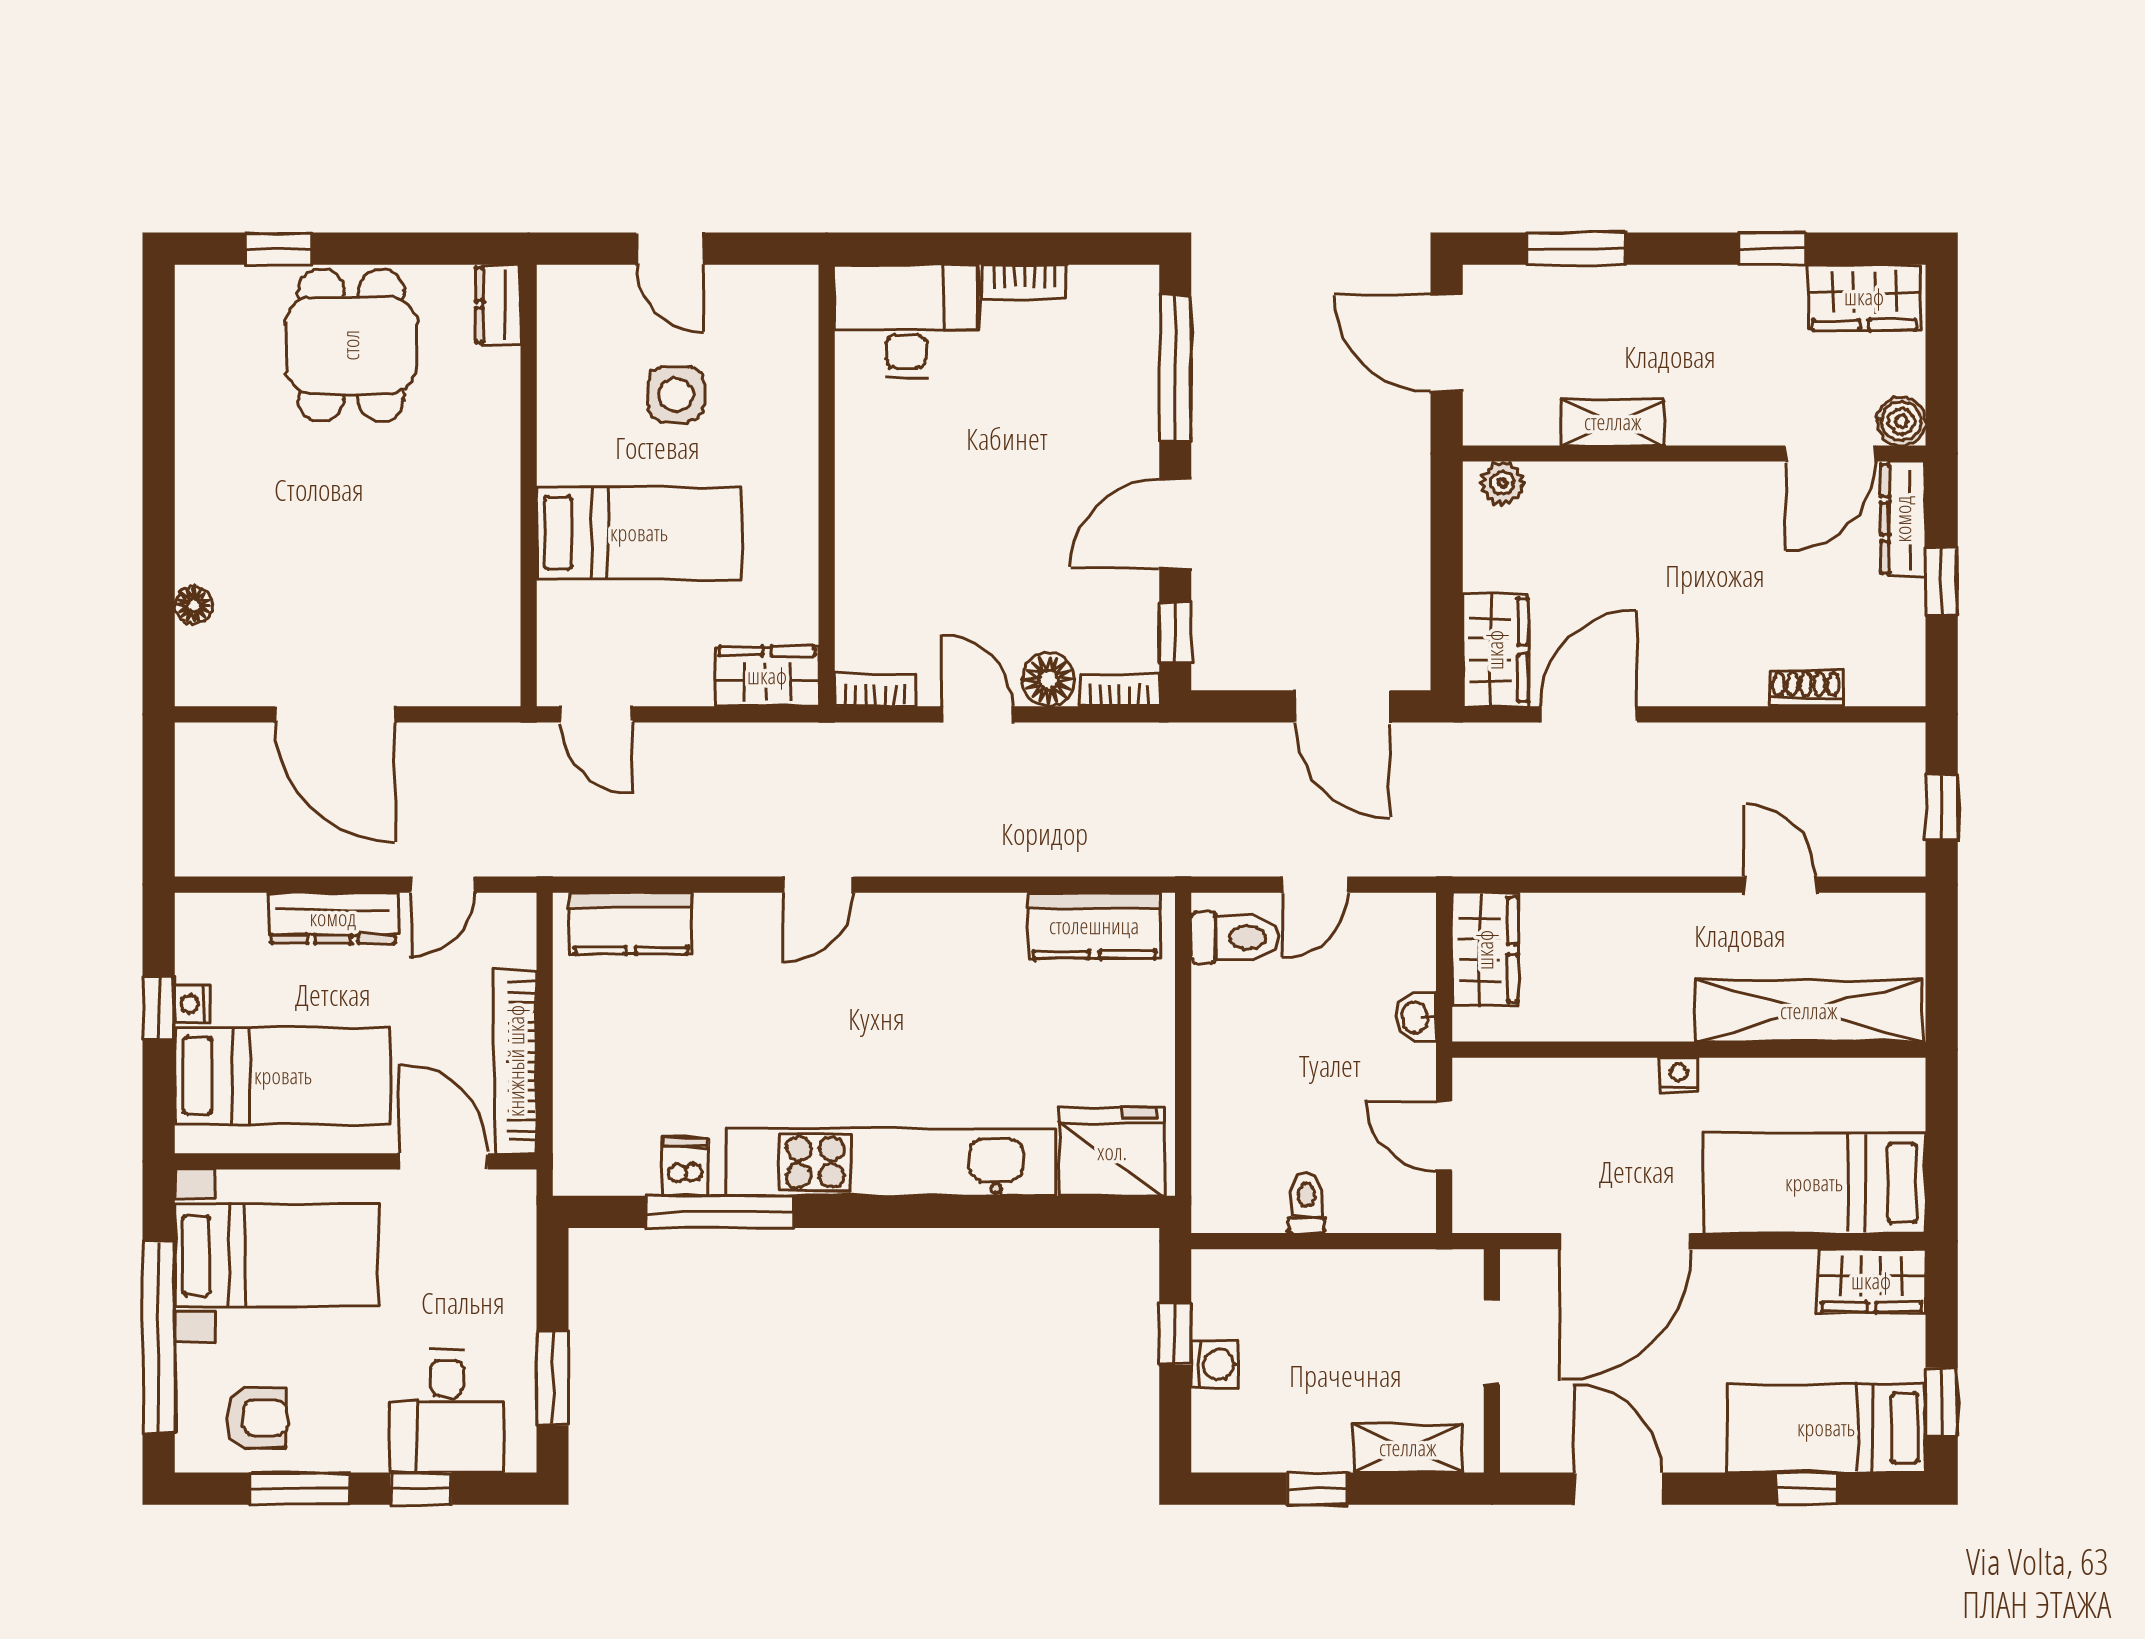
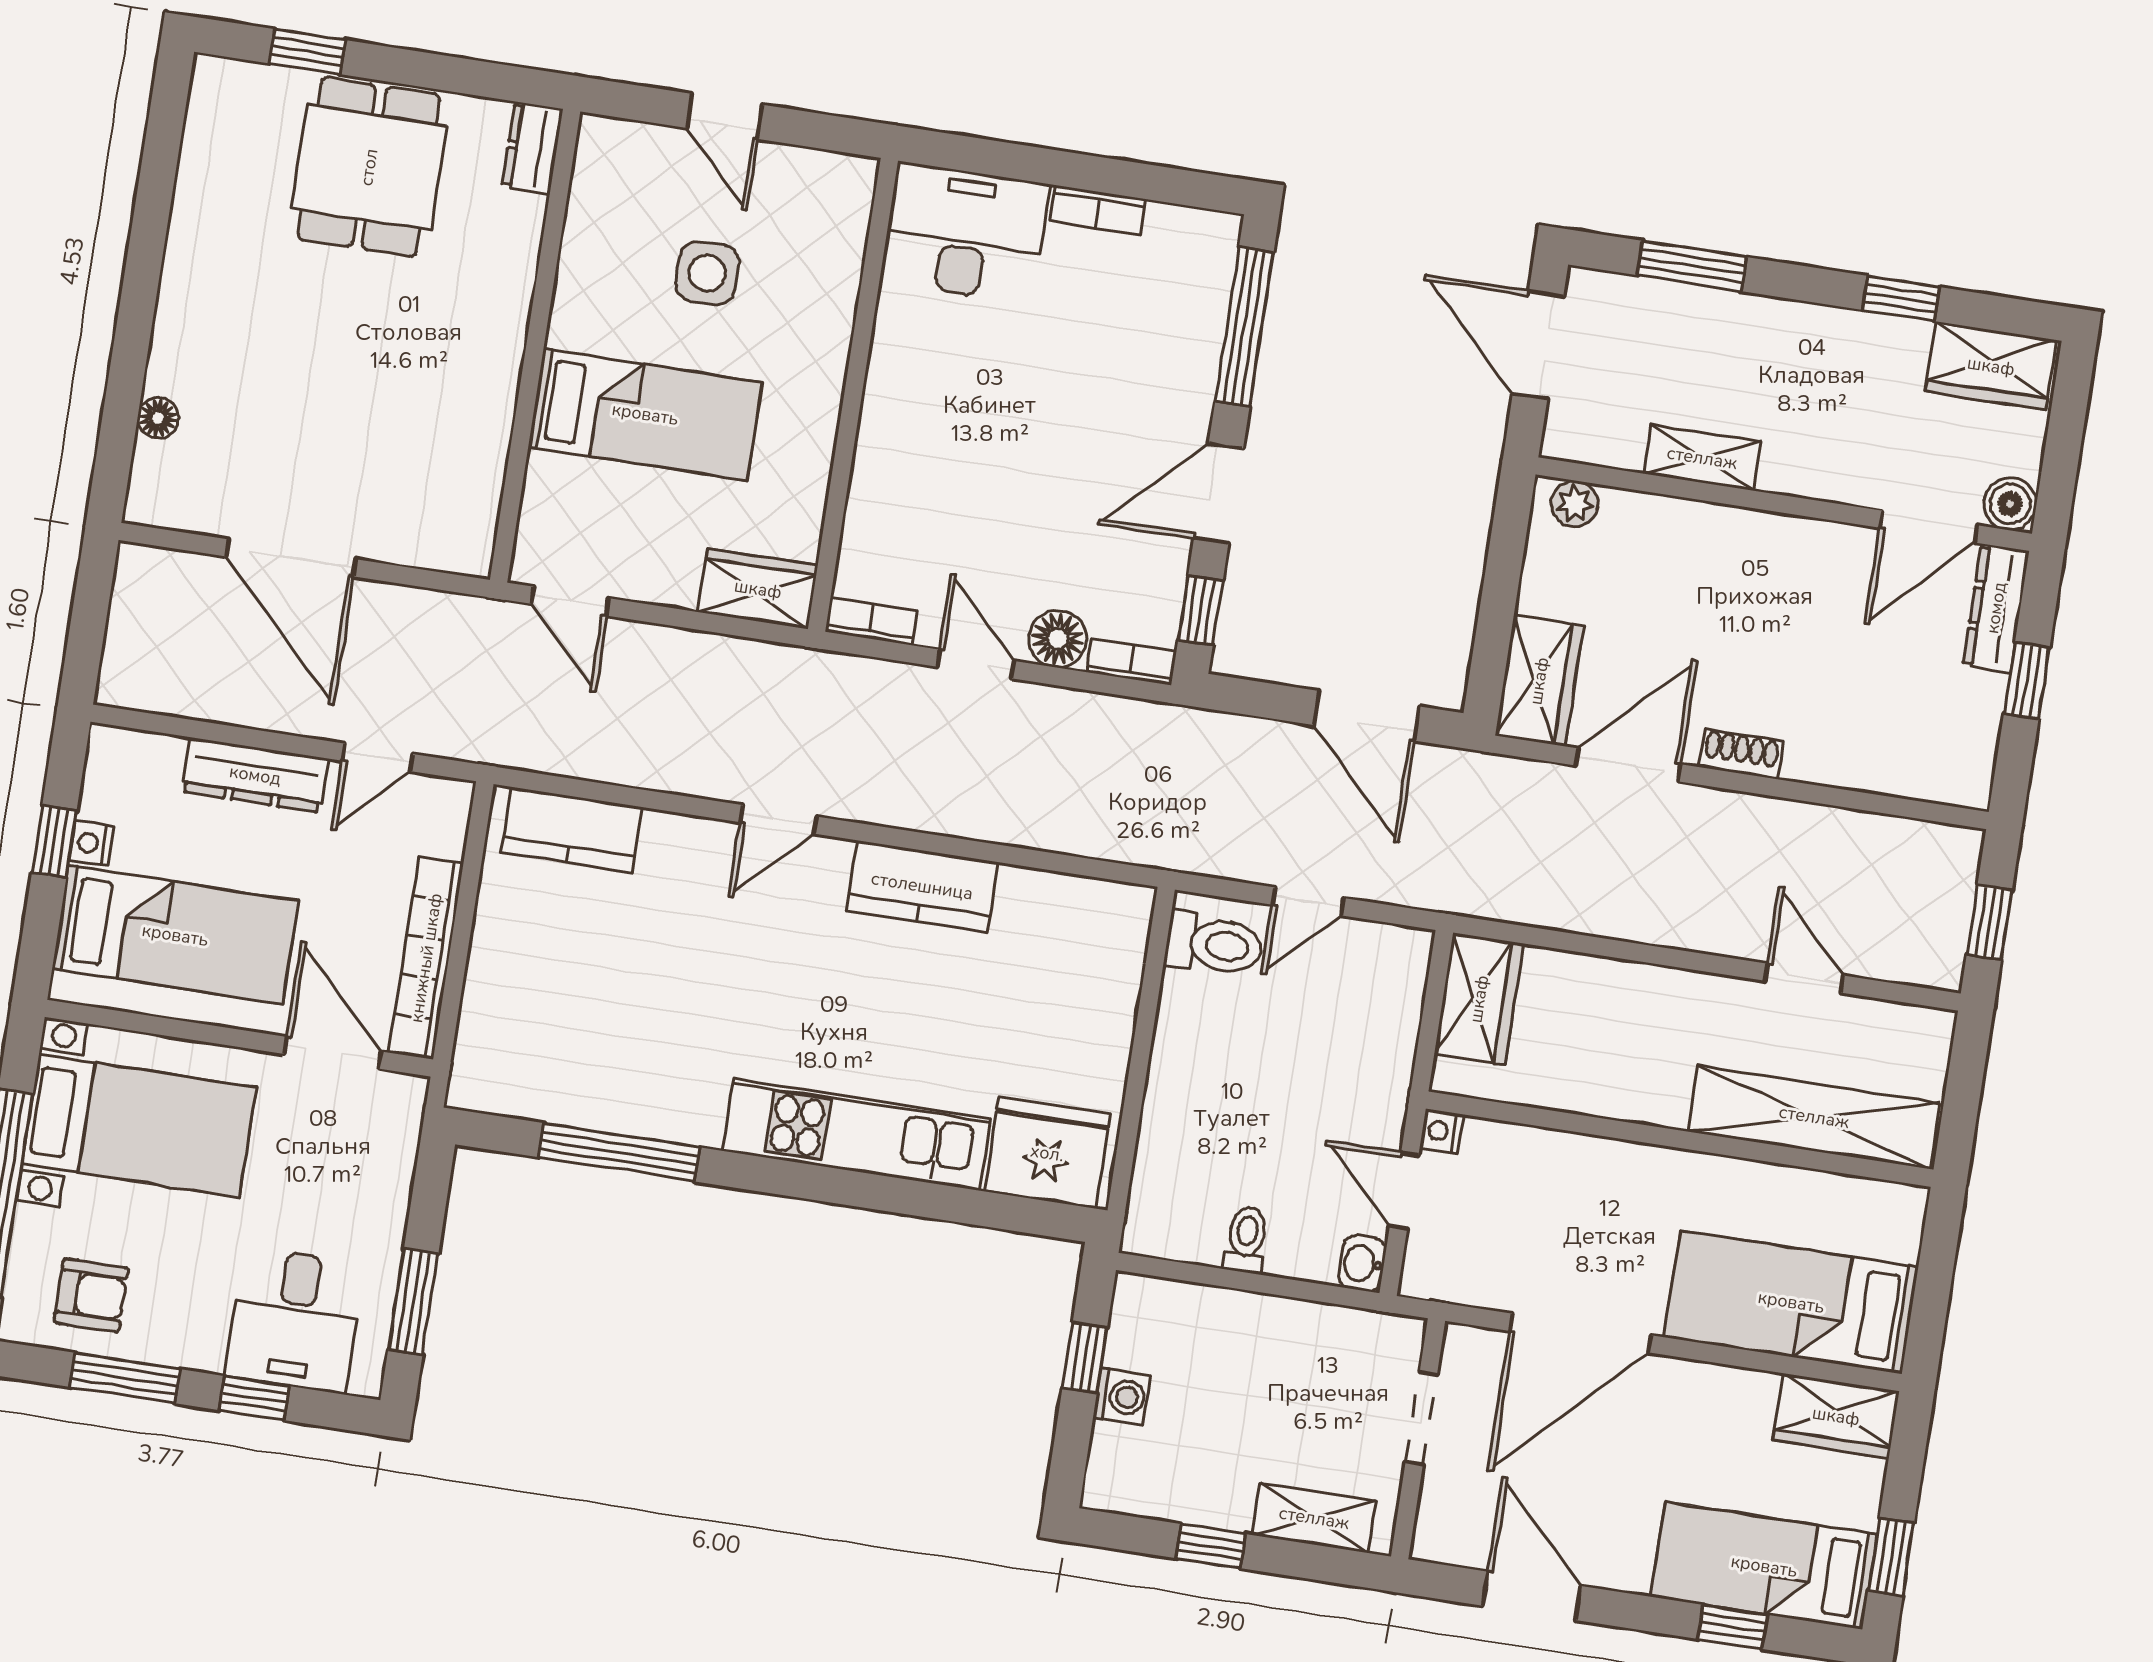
shoe rack: (1806, 688) -> (1741, 754), moved
kitchen counter: (1094, 926) -> (922, 886), moved
washbasin: (1416, 1017) -> (1362, 1263), moved
nightstand: (1679, 1075) -> (1441, 1131), moved, turned -90
kitchen unit: (891, 1162) -> (857, 1135), width x0.73
dishwasher: (685, 1167) -> (590, 1098), removed

